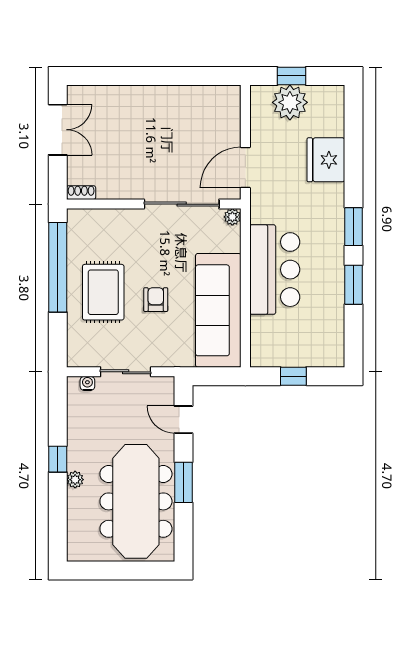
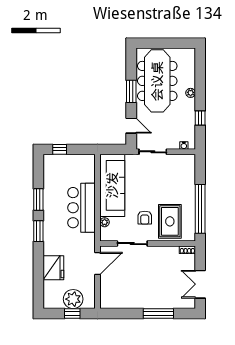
window: (134, 76) -> (158, 314), added
sliding door: (182, 204) -> (132, 244), width x0.73
plant: (232, 217) -> (105, 222), moved
rug: (103, 292) -> (170, 221), moved
armchair: (156, 300) -> (145, 218), moved
sliding door: (126, 372) -> (153, 152), moved
window: (293, 376) -> (60, 149), moved
window: (58, 459) -> (200, 118), moved

